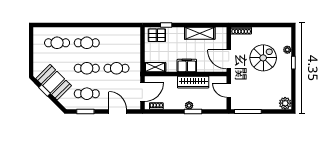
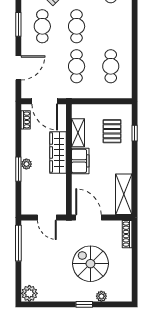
shelving: (200, 33) -> (124, 194), moved
pallet: (157, 35) -> (112, 131), moved
cafe table: (87, 43) -> (111, 66), moved
spiral stairs: (263, 58) -> (90, 264), turned 180
door: (229, 59) -> (88, 218), hinge flipped
shelving: (155, 67) -> (78, 133), moved
wardrobe: (193, 82) -> (58, 152), moved
door: (229, 90) -> (47, 218), swing flipped

